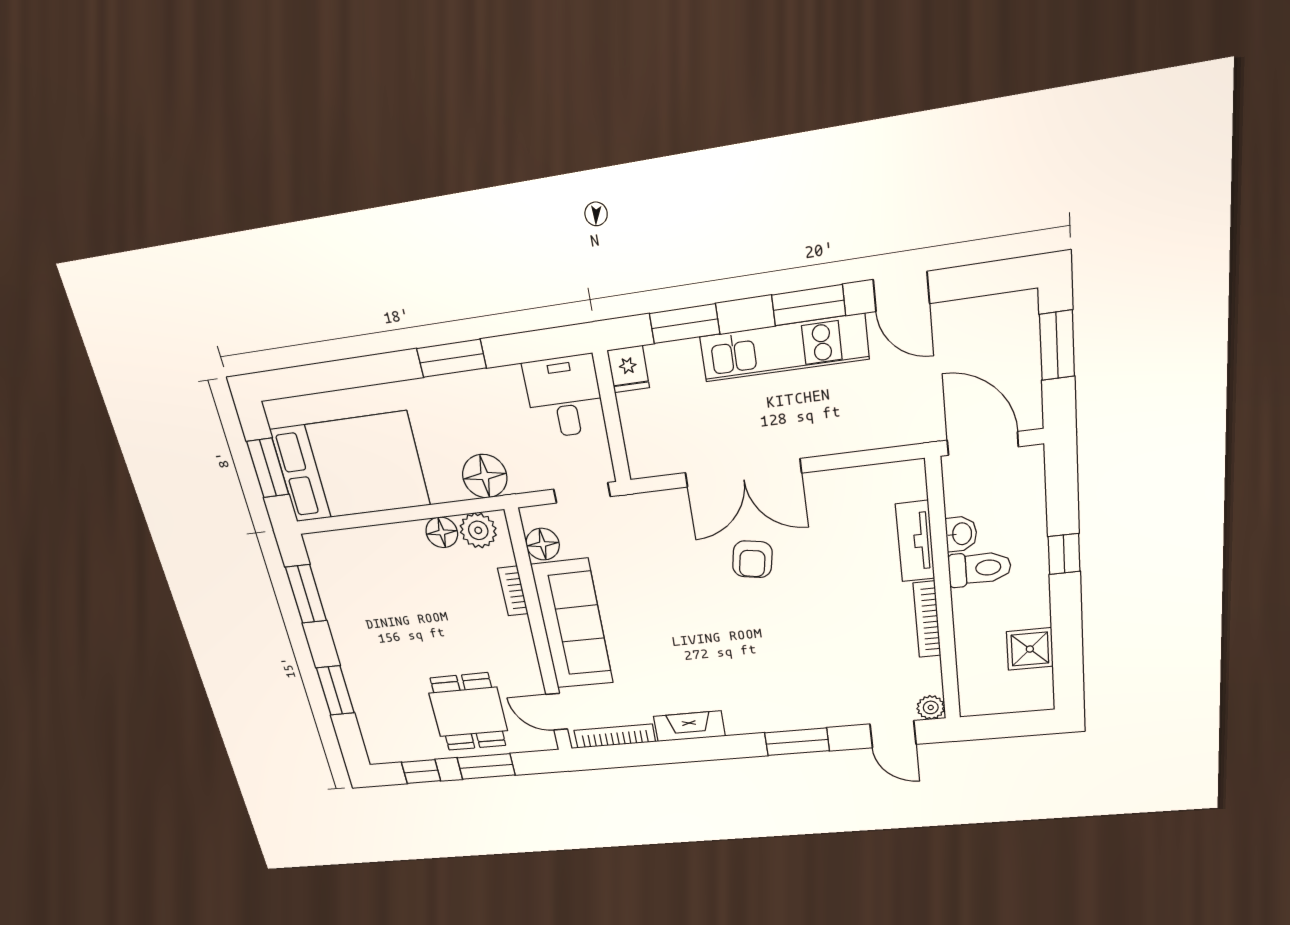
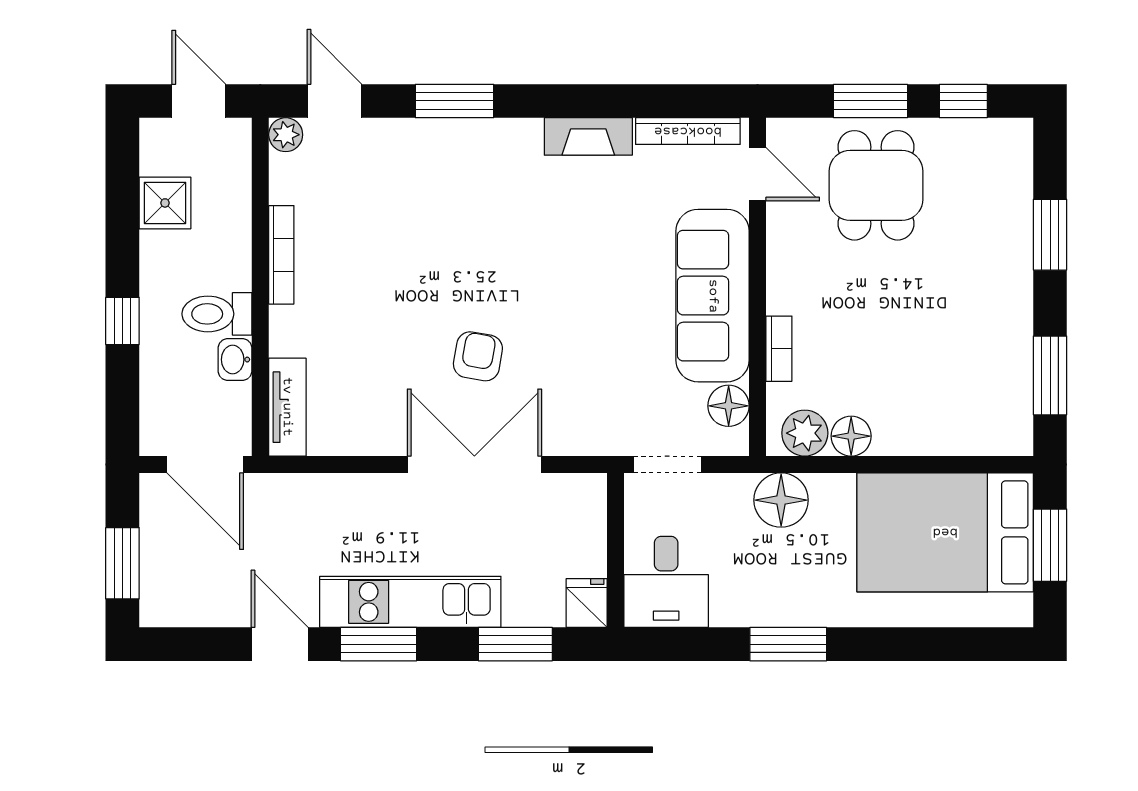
tv unit: (915, 541) -> (287, 407), moved
door: (1005, 725) -> (199, 101), added

